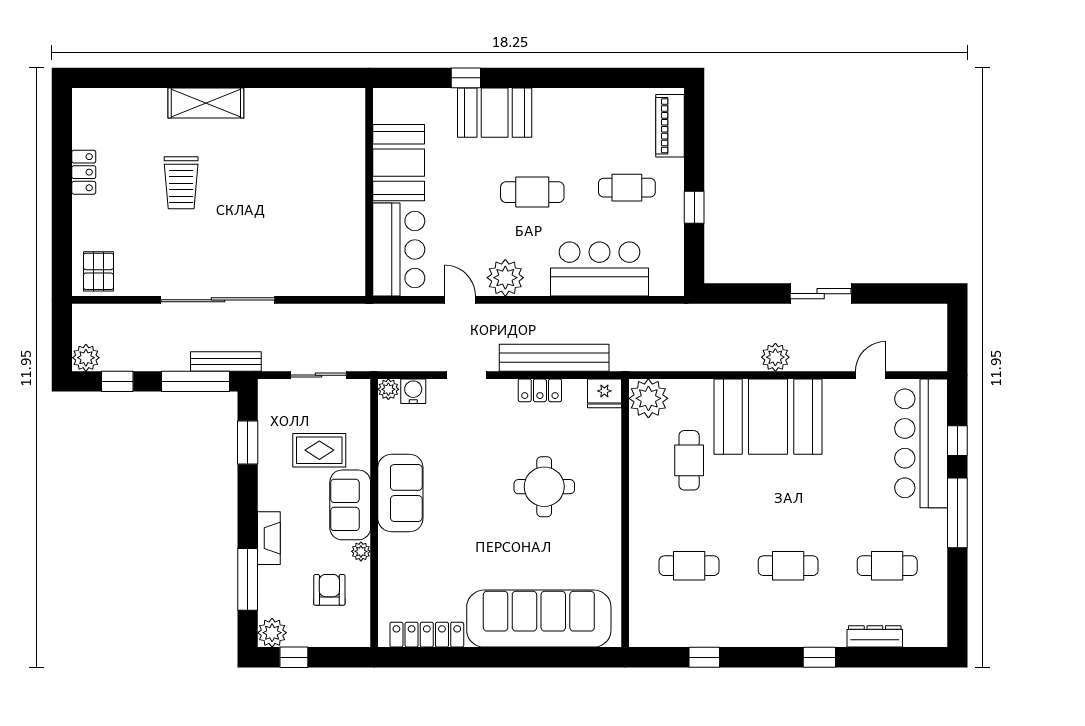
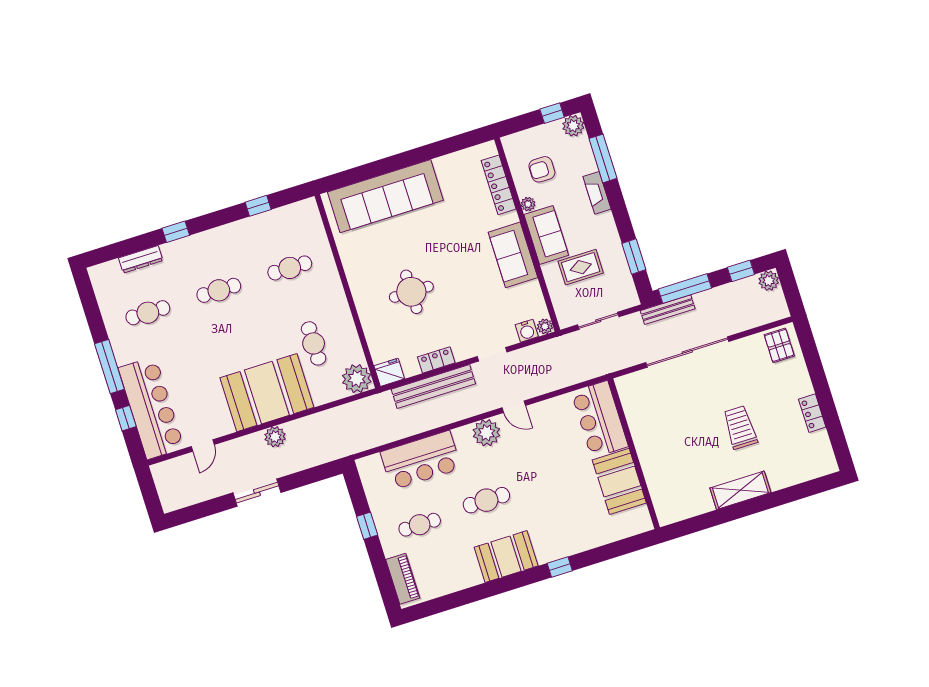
booth: (495, 113) -> (506, 557), moved
booth: (399, 163) -> (619, 481), moved
wall: (369, 192) -> (634, 454), moved
bar counter: (399, 249) -> (600, 419), moved
armchair: (329, 590) -> (542, 169), turned 90
locker: (427, 635) -> (499, 185), moved, turned 90

